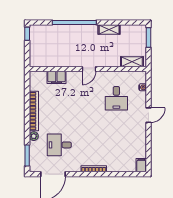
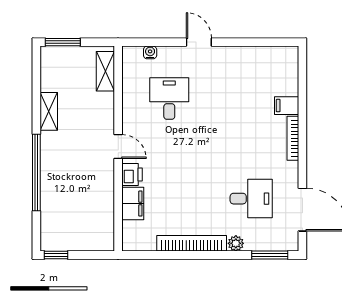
printer: (73, 77) -> (132, 174), added
desk: (116, 98) -> (169, 99), turned -90
desk: (59, 145) -> (251, 199), turned -90
filing cabinet: (141, 165) -> (287, 106), moved

